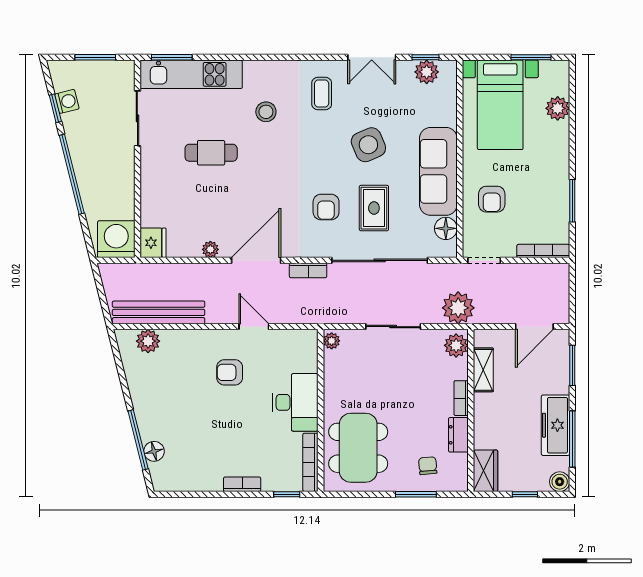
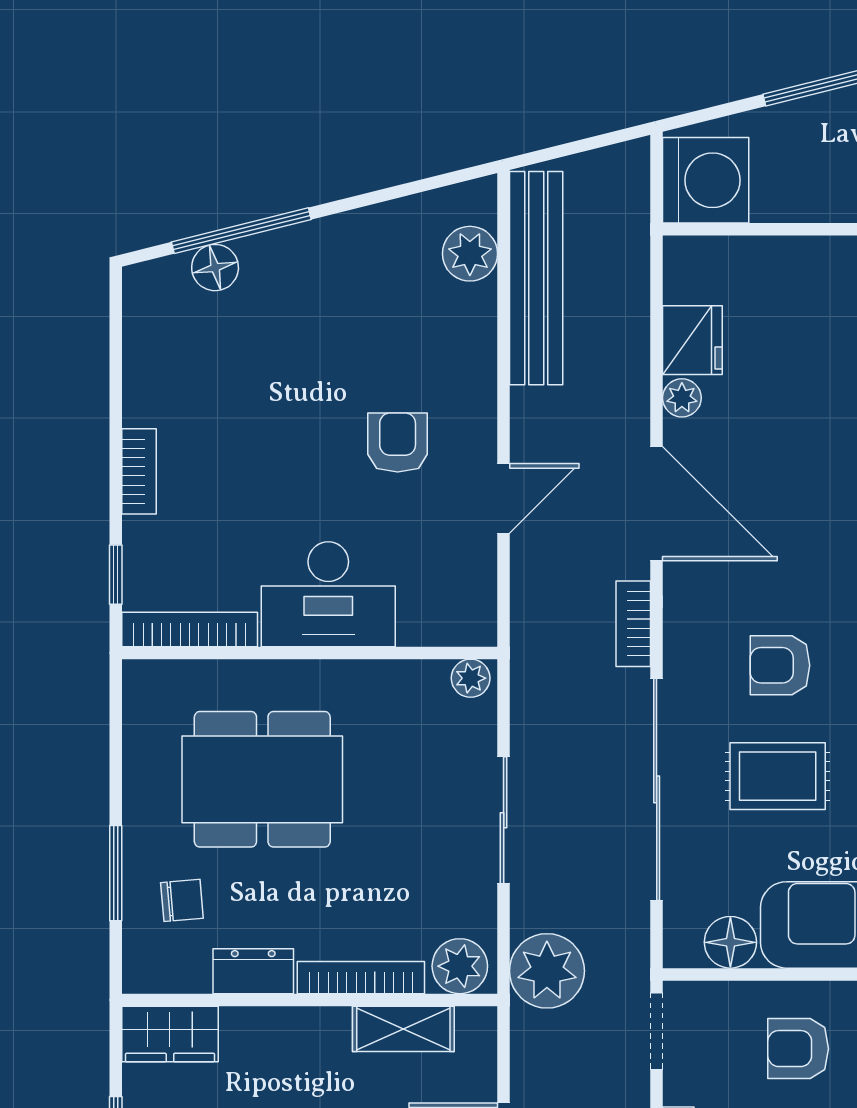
fridge: (153, 243) -> (692, 340), moved, turned -90
bookcase: (461, 398) -> (361, 978), width x1.56
dining table: (358, 448) -> (262, 779), moved

